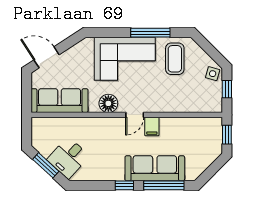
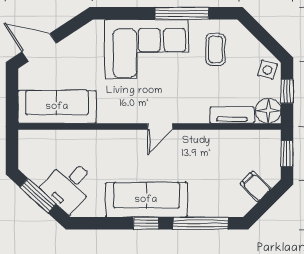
coffee table: (175, 59) -> (215, 49), width x0.73, depth x0.77
floor lamp: (108, 103) -> (268, 111), moved
tv unit: (187, 107) -> (232, 115), added
filing cabinet: (152, 126) -> (256, 186), moved, turned 135
sofa: (155, 168) -> (146, 200), moved

